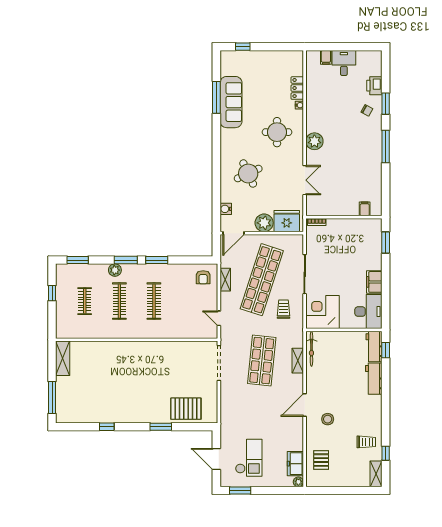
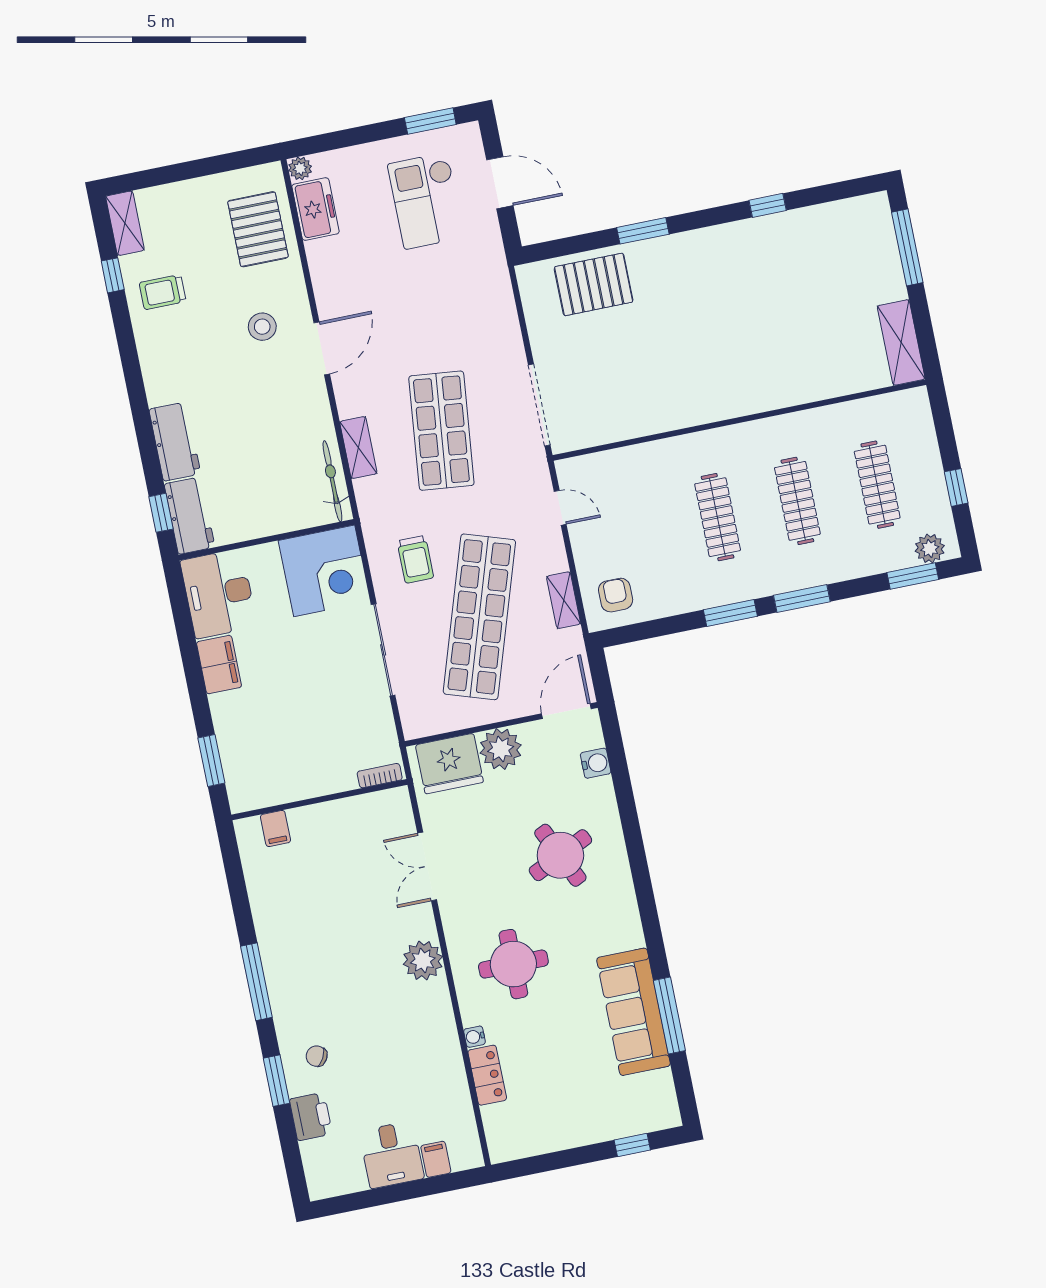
plant: (115, 270) -> (930, 548), moved
clothes rail: (85, 301) -> (877, 485), width x1.36
pallet: (321, 460) -> (258, 229), width x1.50, depth x1.42

